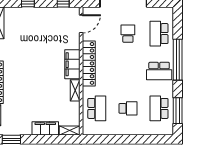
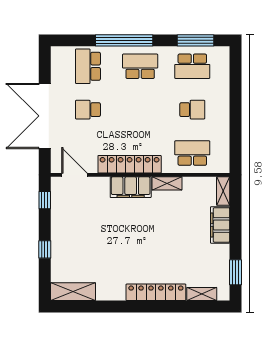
school desk: (159, 34) -> (88, 66), turned 90
school desk: (159, 71) -> (140, 66), turned -90
school desk: (128, 108) -> (192, 110), turned 90

